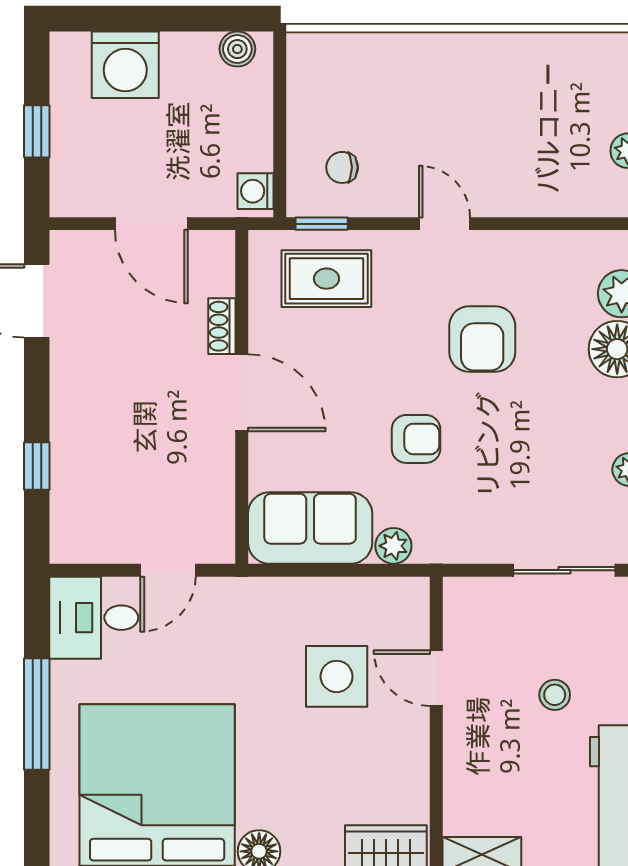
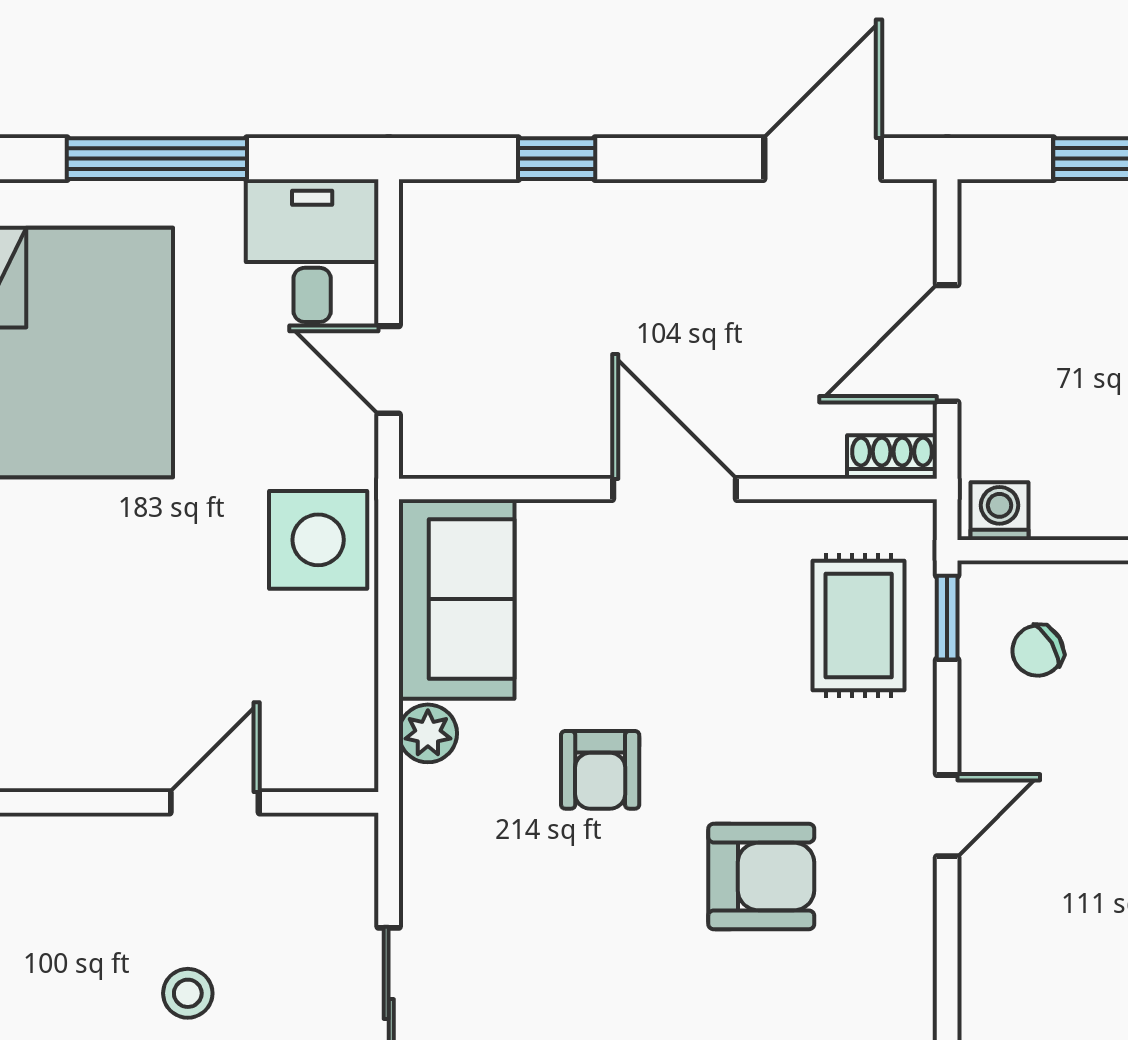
chair: (342, 167) -> (1038, 651), turned -121
shoe rack: (222, 326) -> (892, 457), moved
armchair: (482, 339) -> (761, 876), turned 180
door: (242, 393) -> (675, 489), swing flipped
side table: (337, 676) -> (318, 540), moved

